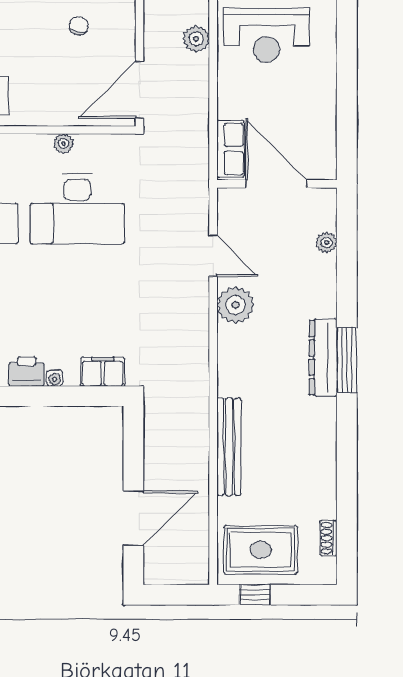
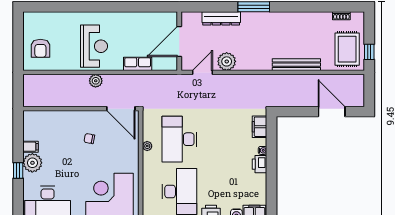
row of seats: (231, 149) -> (138, 64), moved
door: (276, 184) -> (179, 41), moved
wall: (277, 184) -> (179, 41), moved
desk: (77, 209) -> (179, 139), turned 180
plant: (327, 242) -> (196, 17), removed
dresser: (323, 358) -> (221, 18), moved

